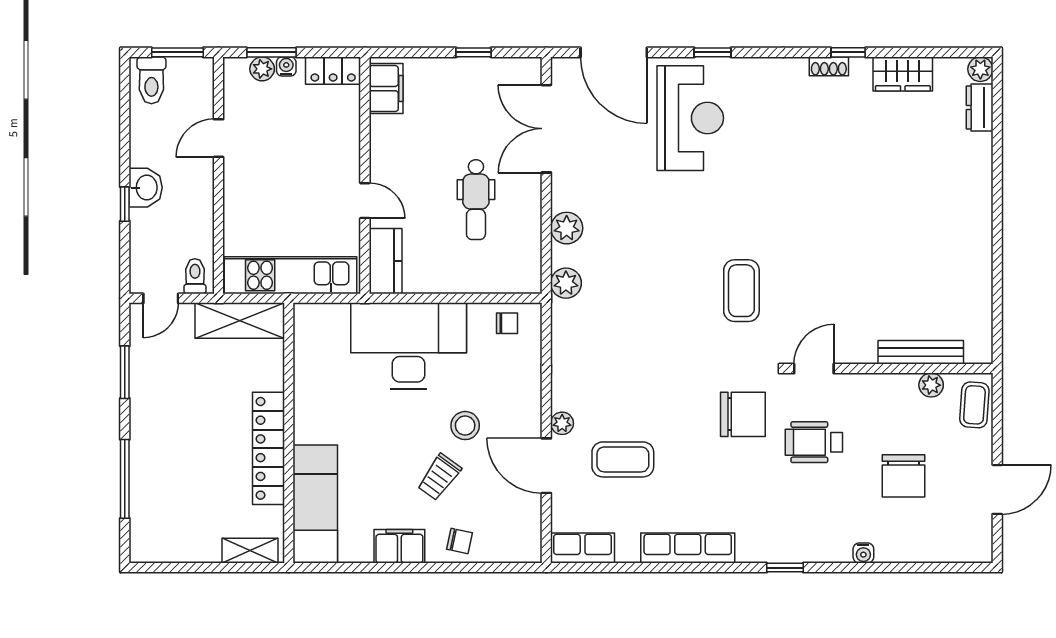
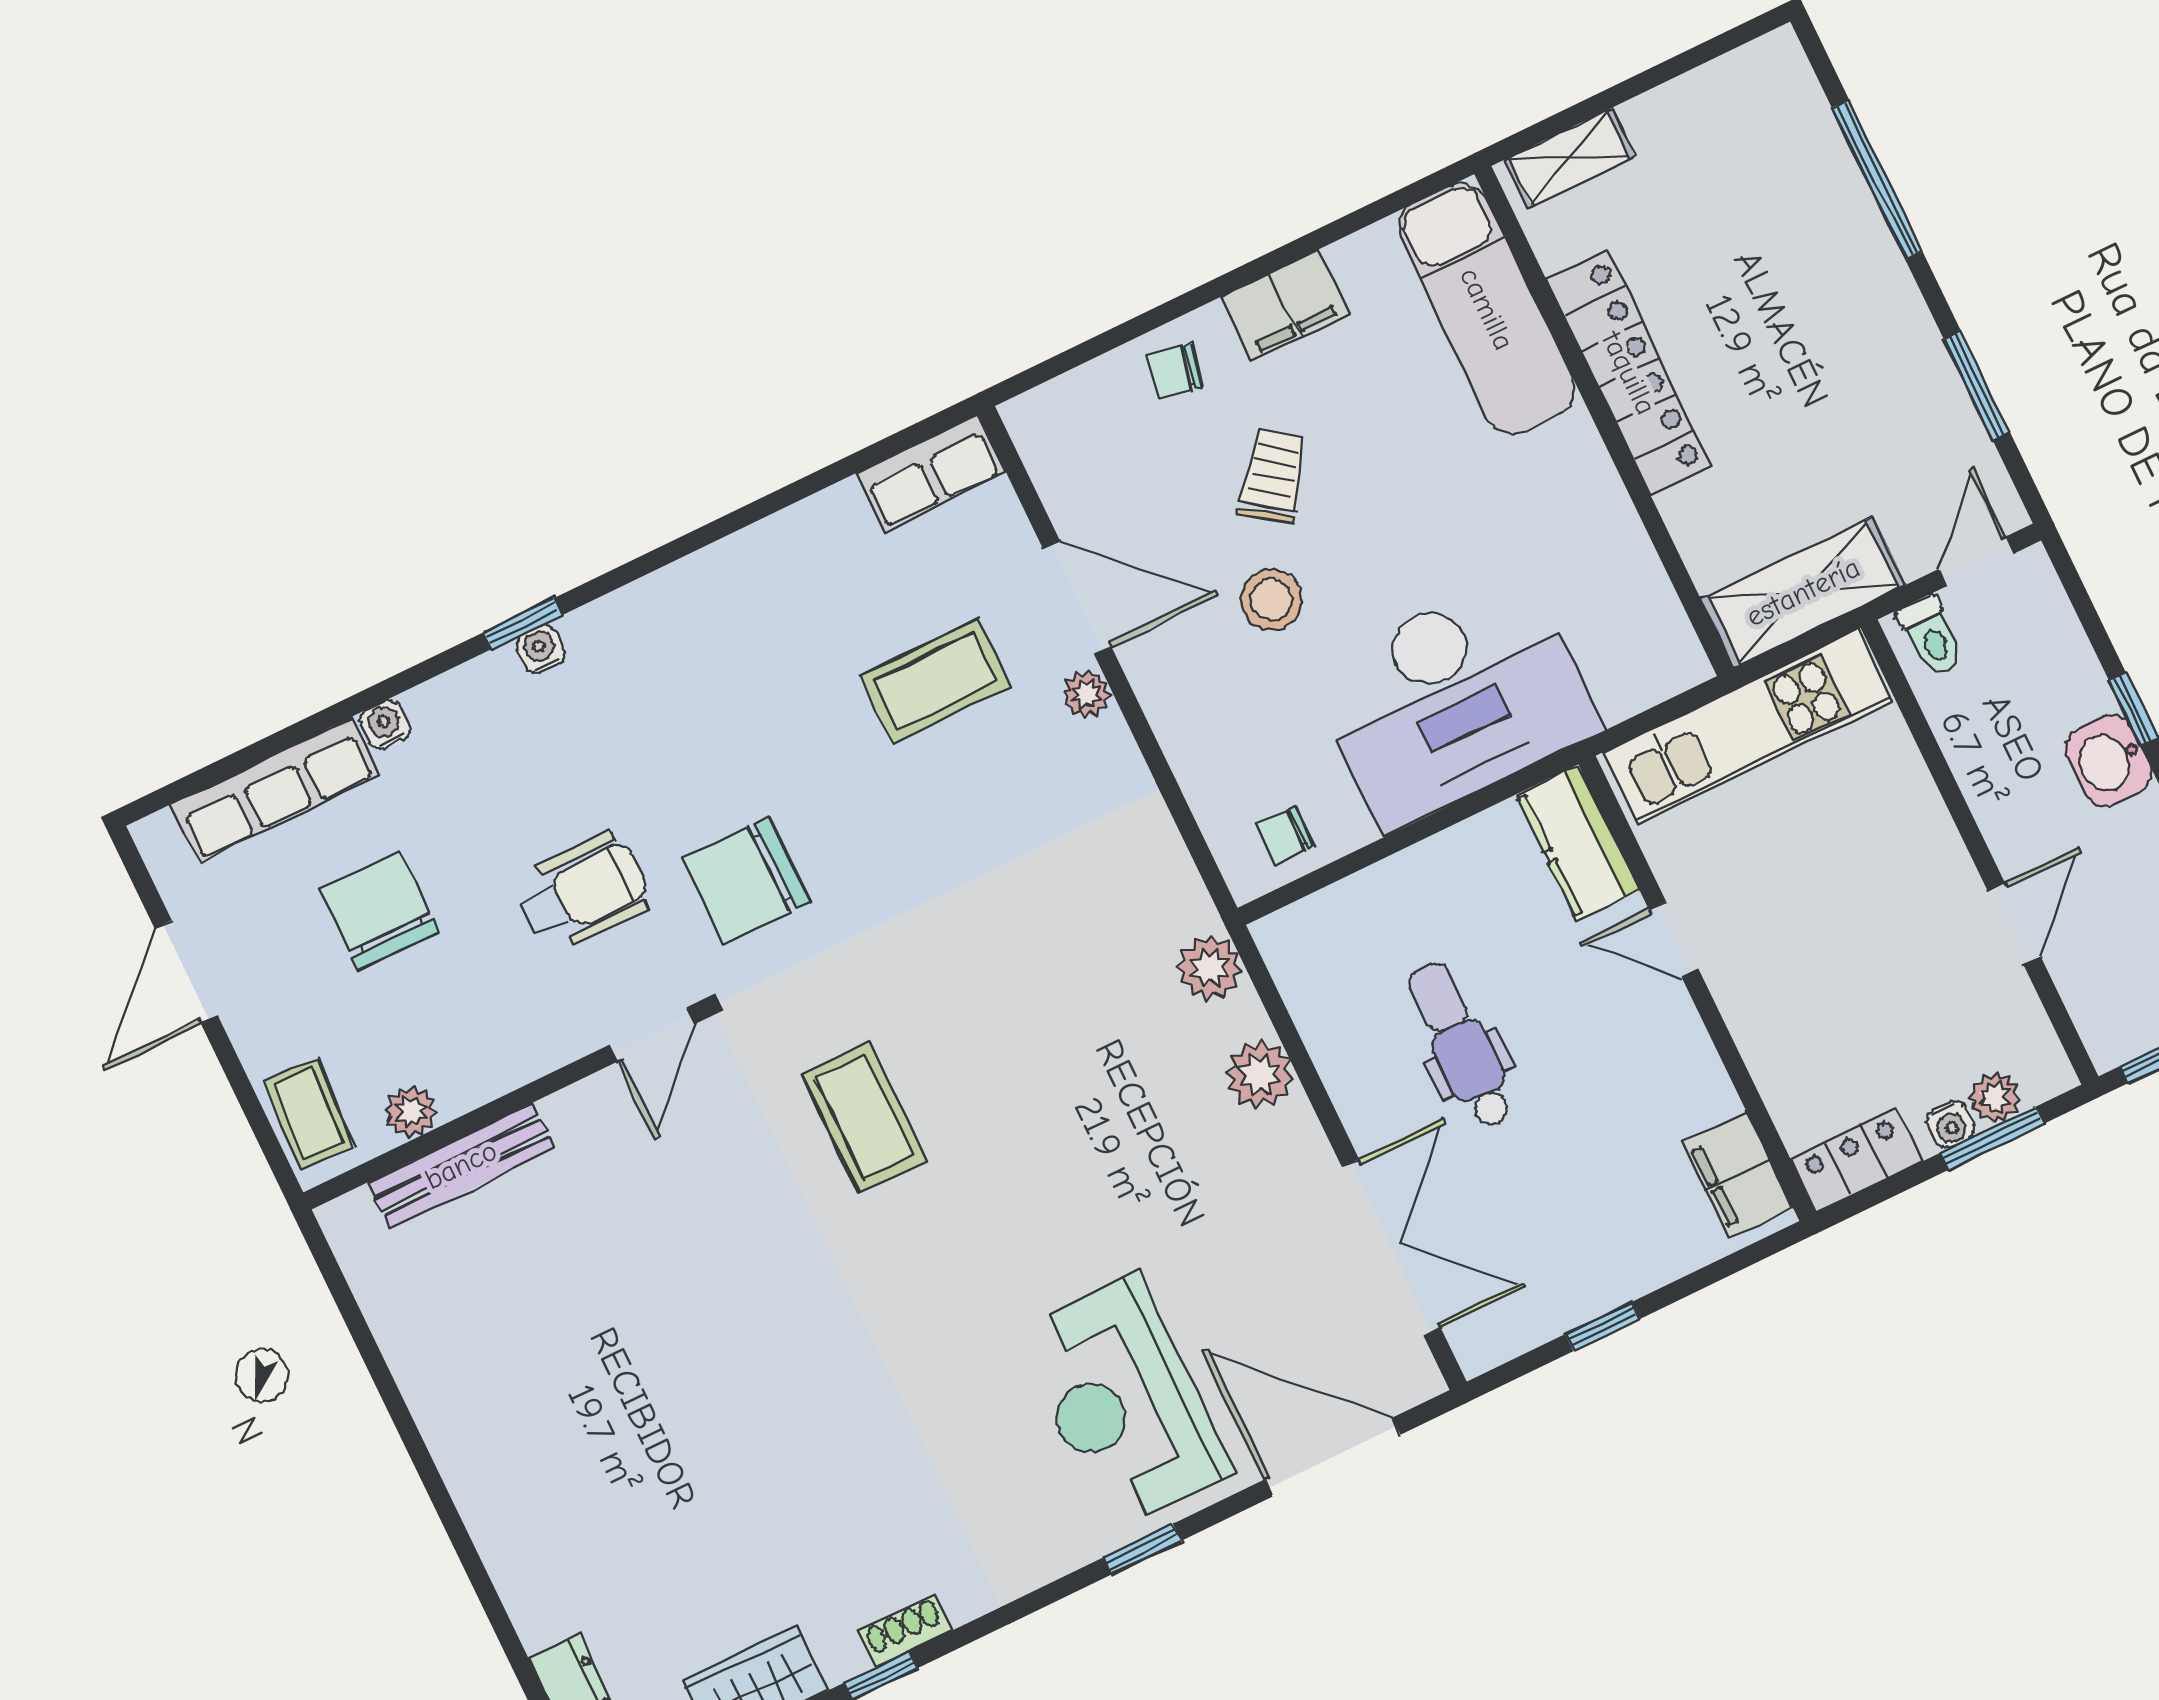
row of seats: (688, 548) -> (275, 790), moved
water cooler: (783, 553) -> (540, 649), added

